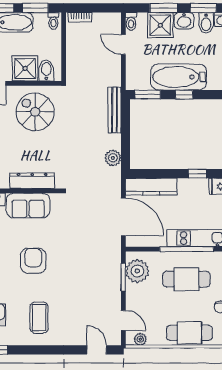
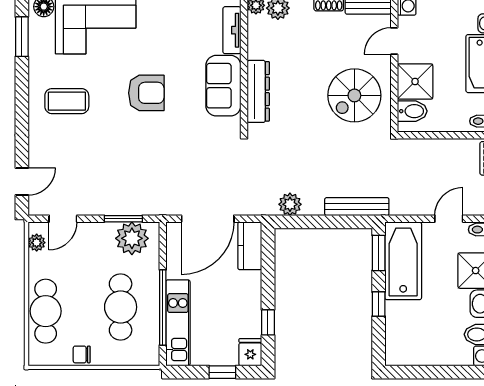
bathtub: (179, 77) -> (403, 261), moved
spiral stairs: (35, 112) -> (354, 95), turned 180
kitchen counter: (151, 187) -> (250, 246), width x0.67

